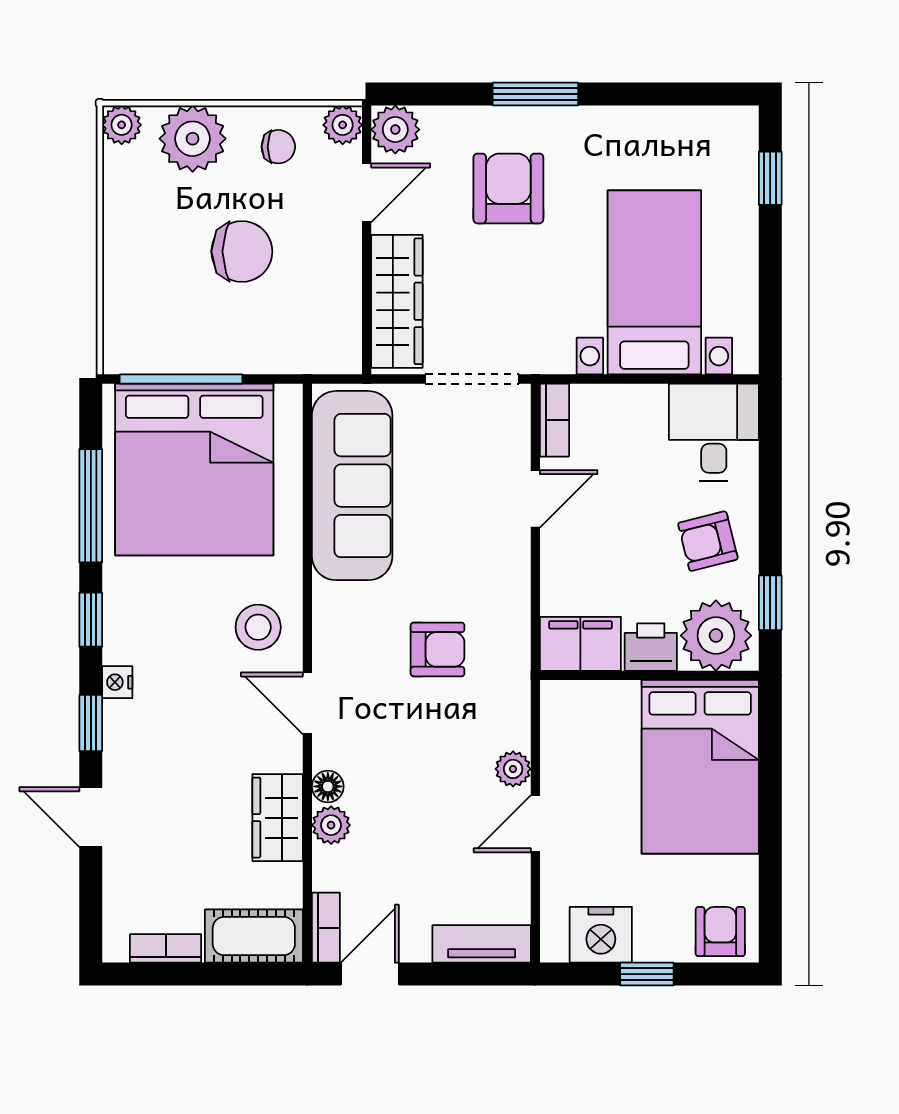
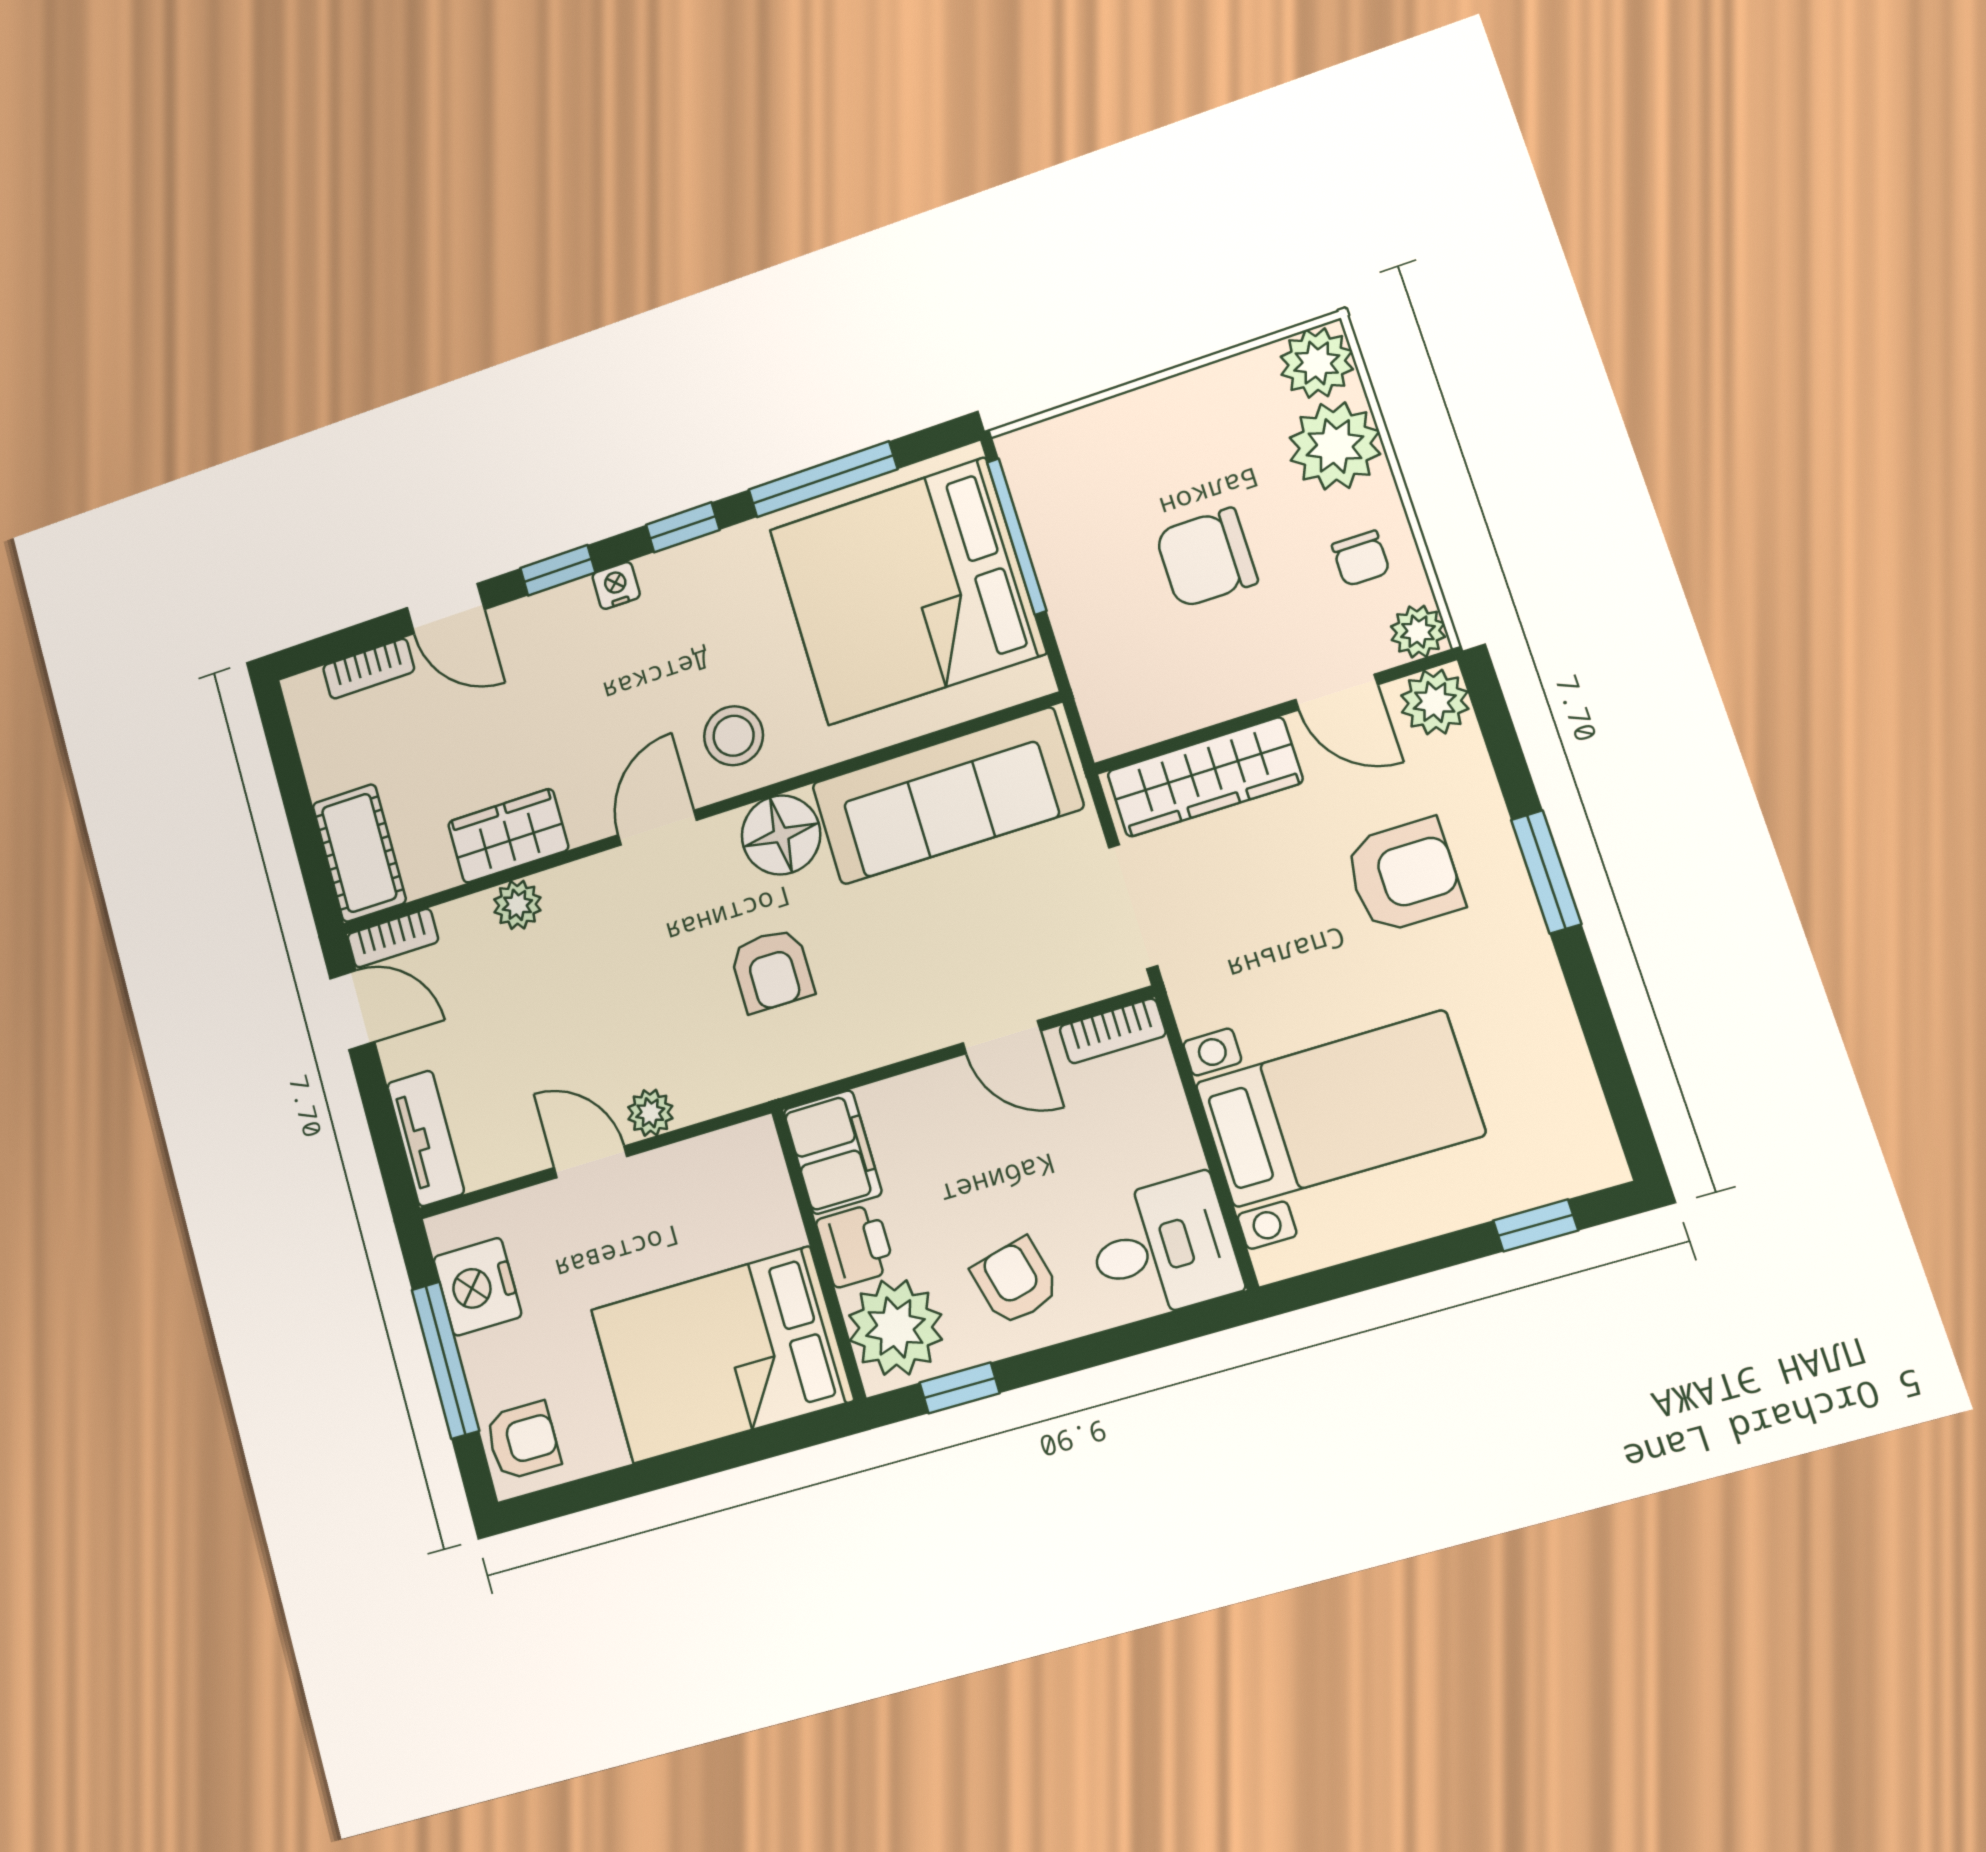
plant: (122, 125) -> (1317, 363), width x1.38, depth x1.38
chair: (242, 251) -> (1206, 558), turned 90
floor lamp: (328, 786) -> (781, 835), moved, width x1.89, depth x1.89
door: (91, 817) -> (446, 609), swing flipped
bookcase: (166, 948) -> (369, 669), moved, turned 90
window: (647, 974) -> (445, 1360), width x2.17

